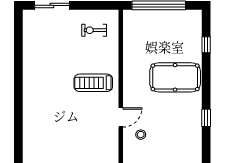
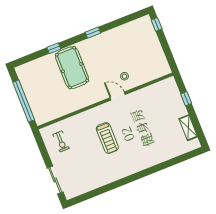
window: (206, 45) -> (54, 48), moved
treadmill: (93, 83) -> (107, 138), moved

